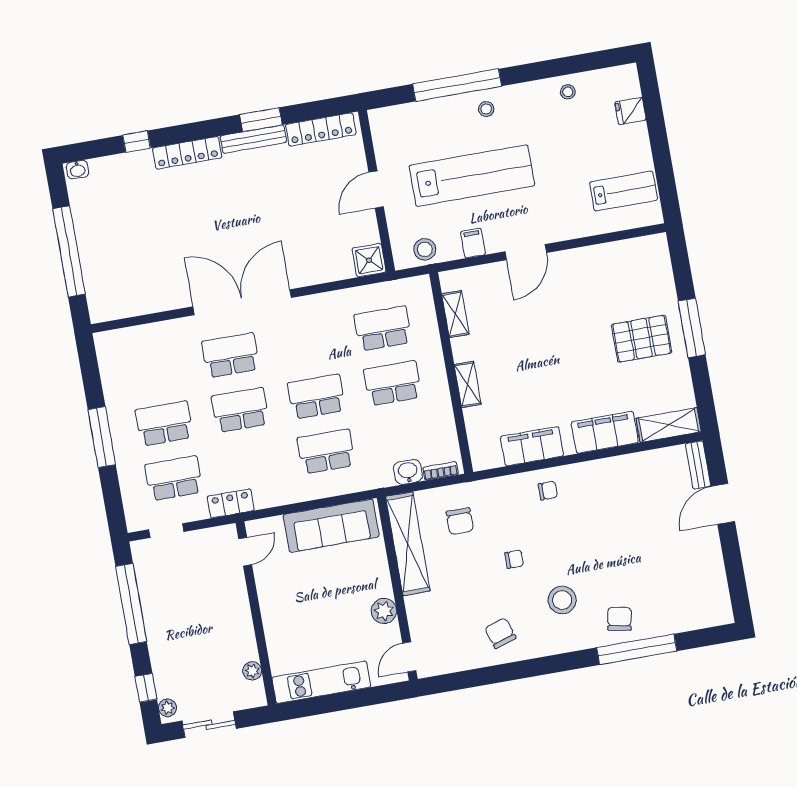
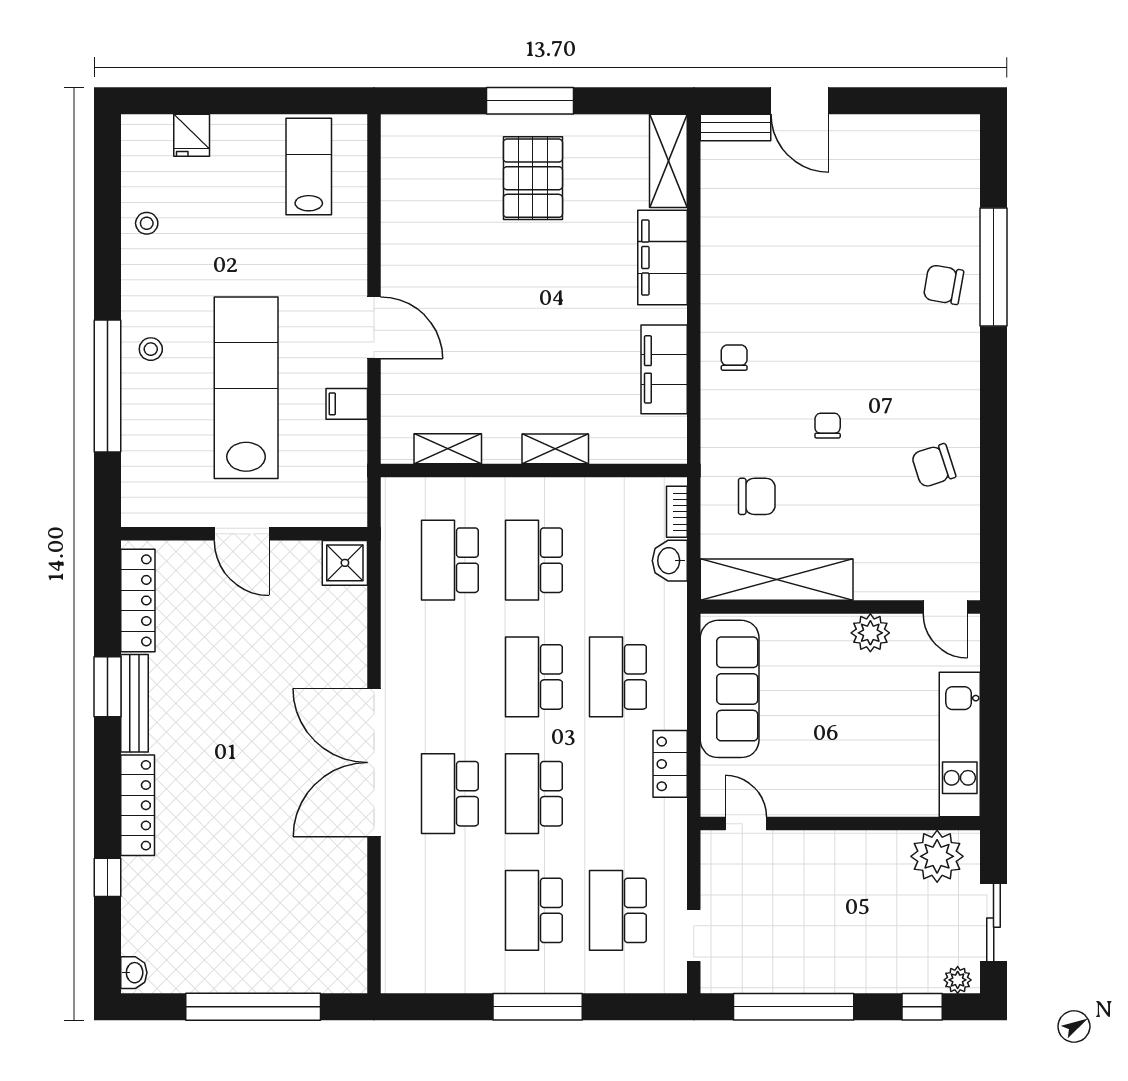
stool: (425, 249) -> (343, 477), removed
locker: (231, 503) -> (670, 764), moved
stool: (562, 600) -> (901, 365), removed
plant: (252, 671) -> (937, 856), width x1.88, depth x1.88

